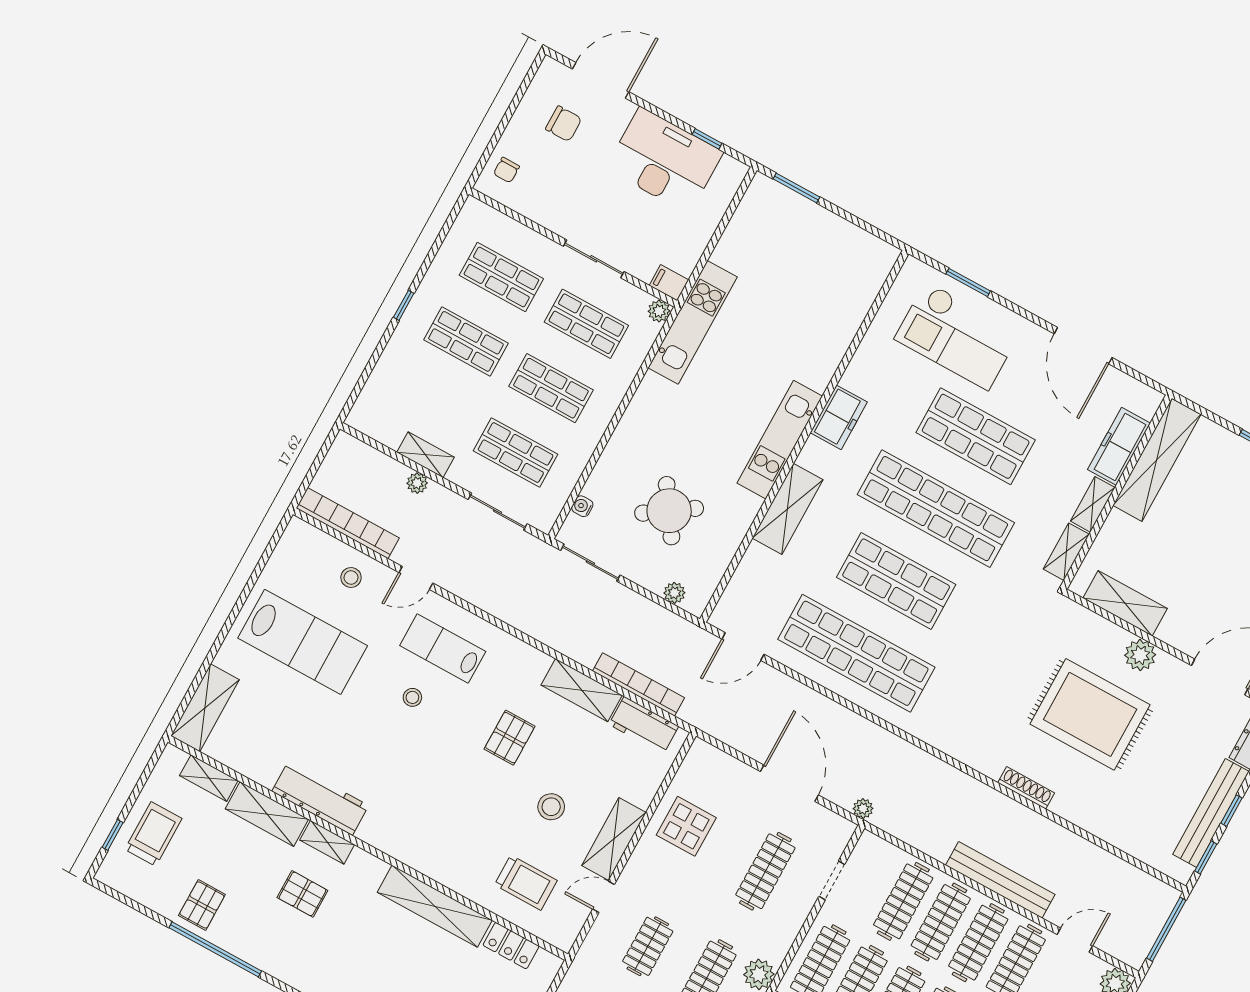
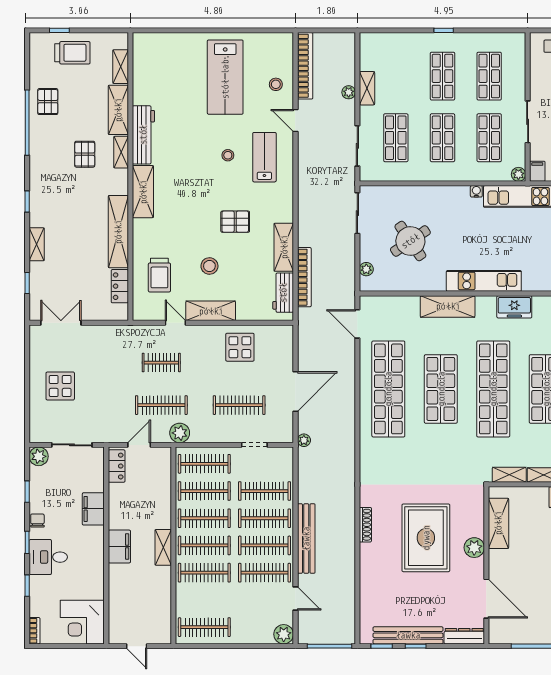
water cooler: (582, 506) -> (476, 191), moved
shelving: (205, 708) -> (143, 192), moved, turned 90
pallet: (202, 905) -> (48, 102), turned 90

